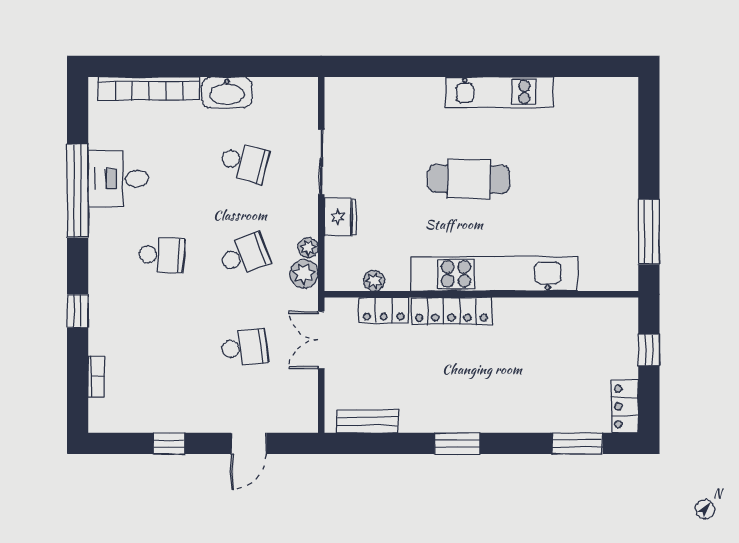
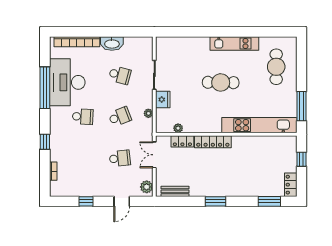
cafe table: (593, 144) -> (276, 67), added
desk: (118, 179) -> (67, 82), width x1.87, depth x1.30
plant: (304, 274) -> (147, 187), moved
kitchen unit: (494, 274) -> (259, 125), moved

